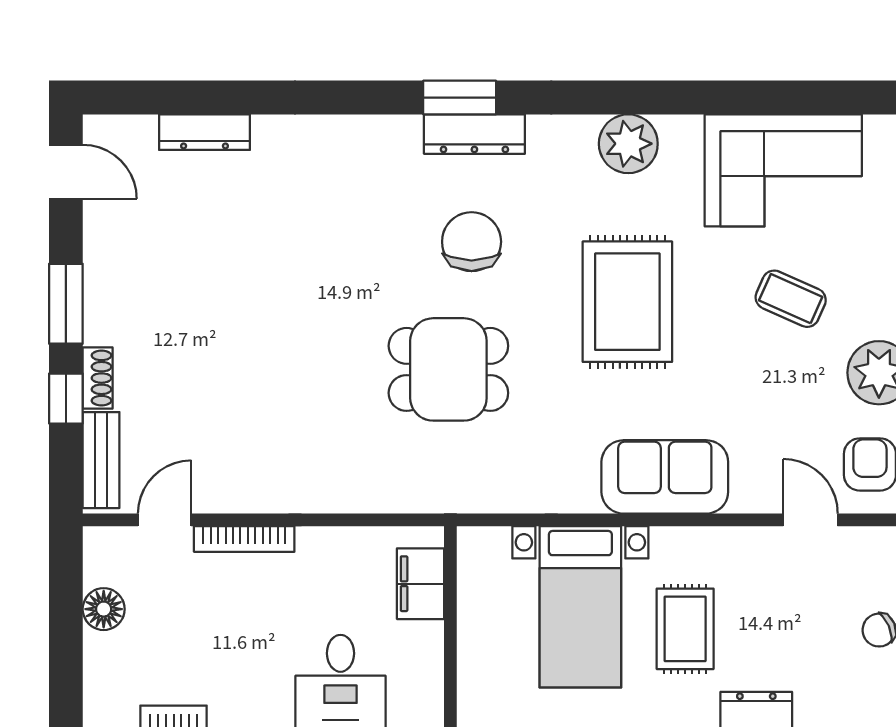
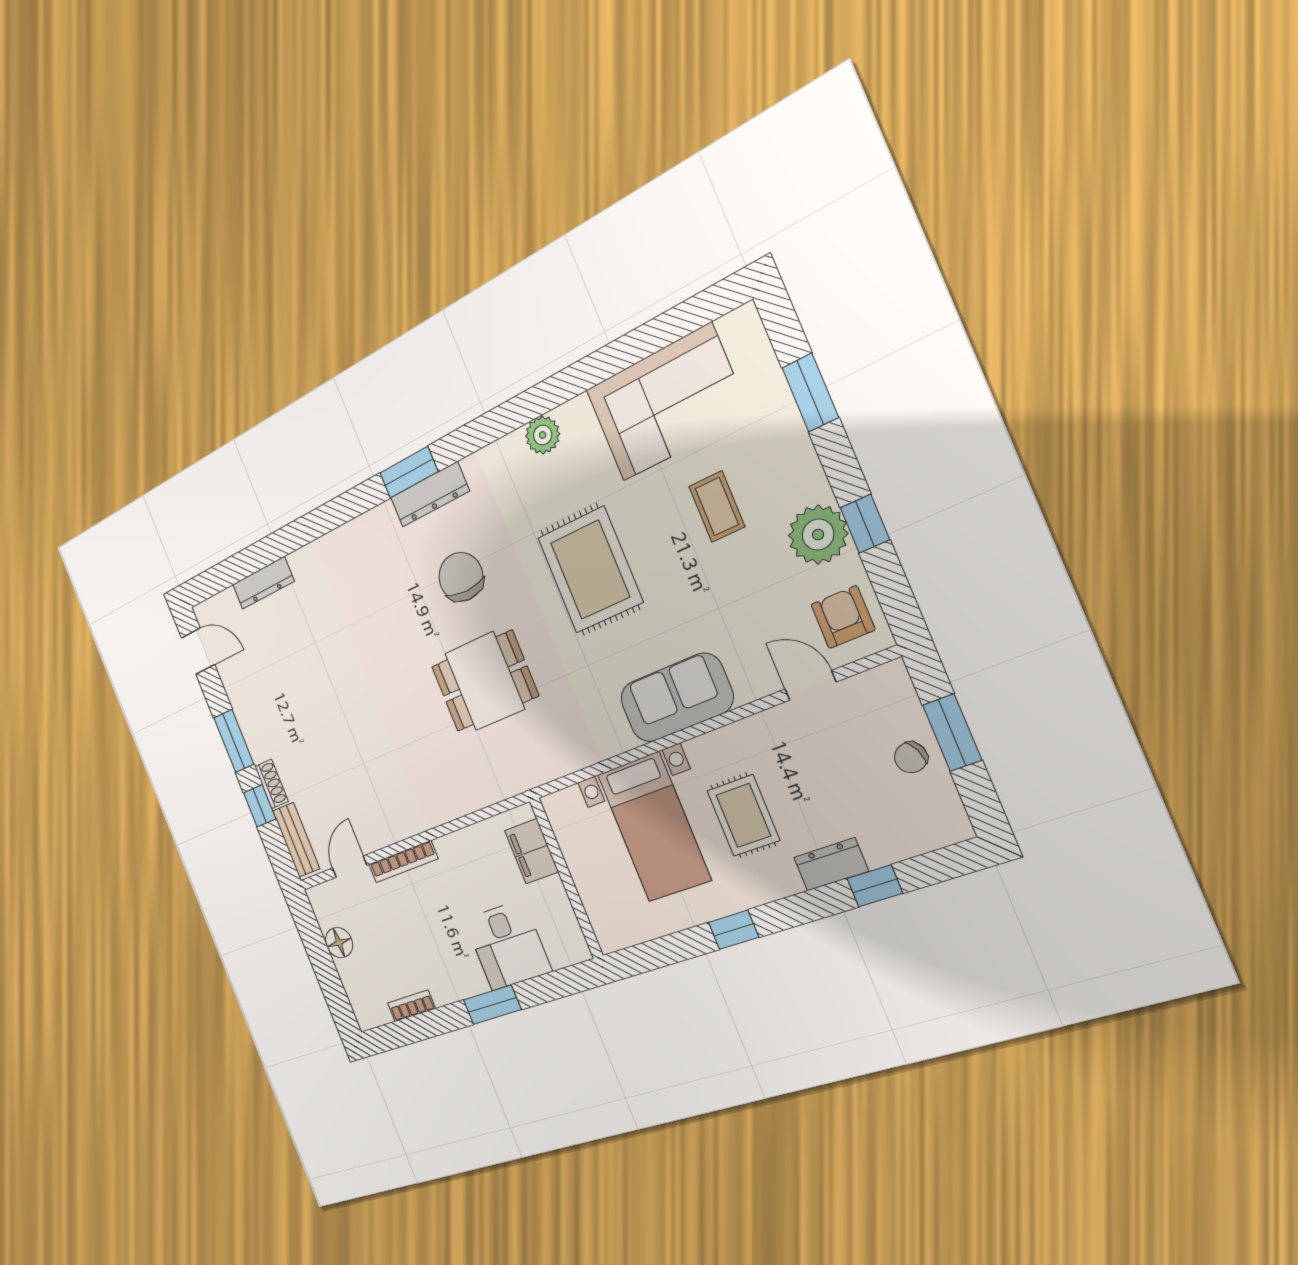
plant: (628, 144) -> (543, 435), width x0.73, depth x0.73
coffee table: (791, 299) -> (717, 507), turned 66

